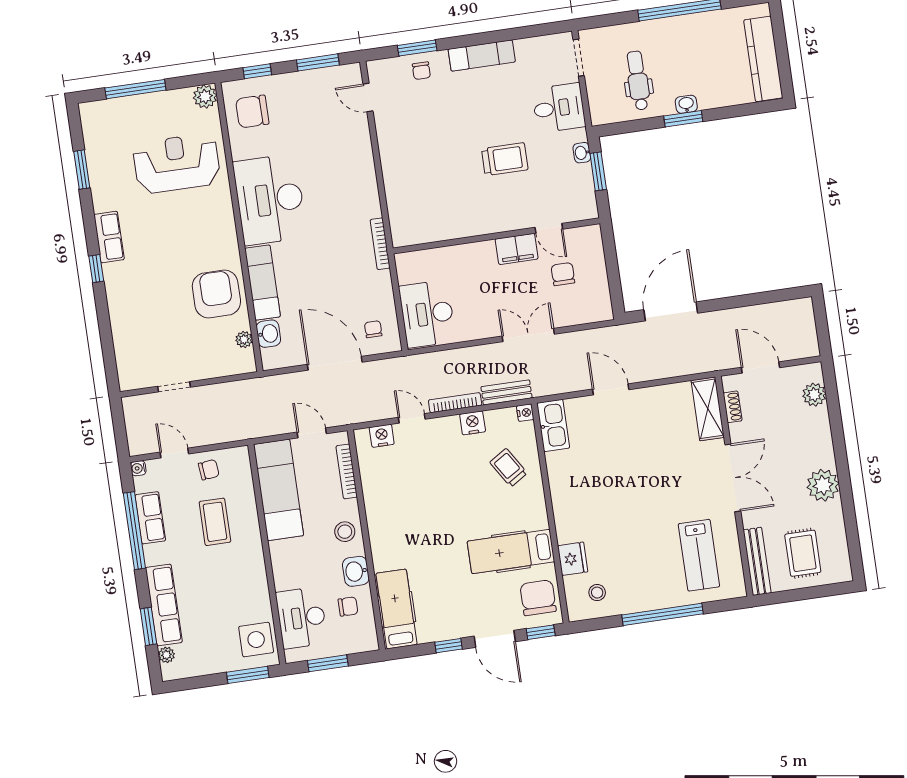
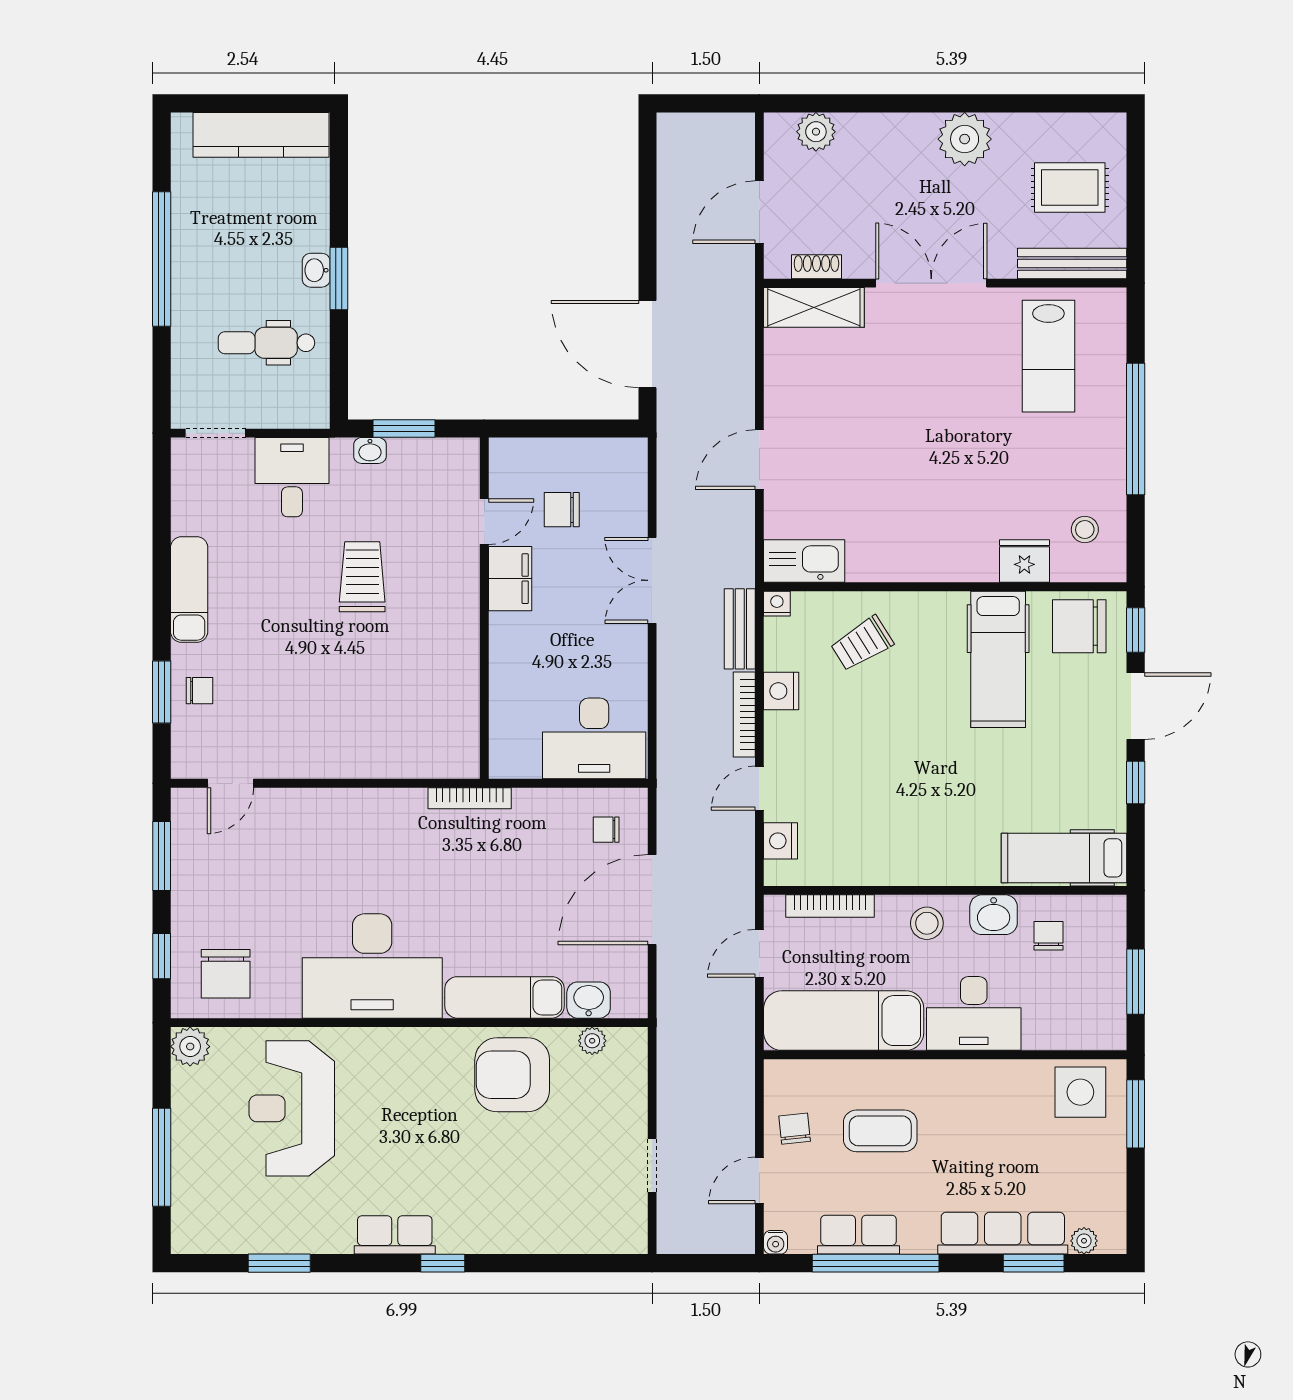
lab bench: (699, 555) -> (1048, 356), turned 90
desk: (302, 618) -> (974, 1013), moved

